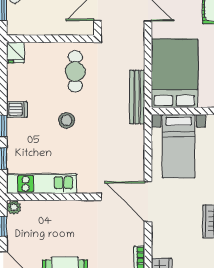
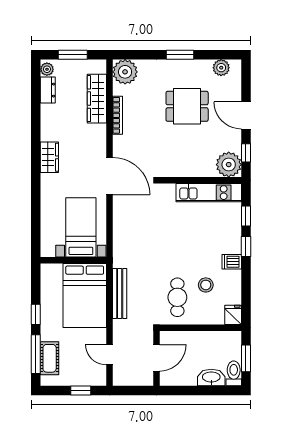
bench: (137, 97) -> (120, 293), moved
stool: (67, 120) -> (206, 285), moved
plant: (14, 207) -> (229, 165), width x1.88, depth x1.88

